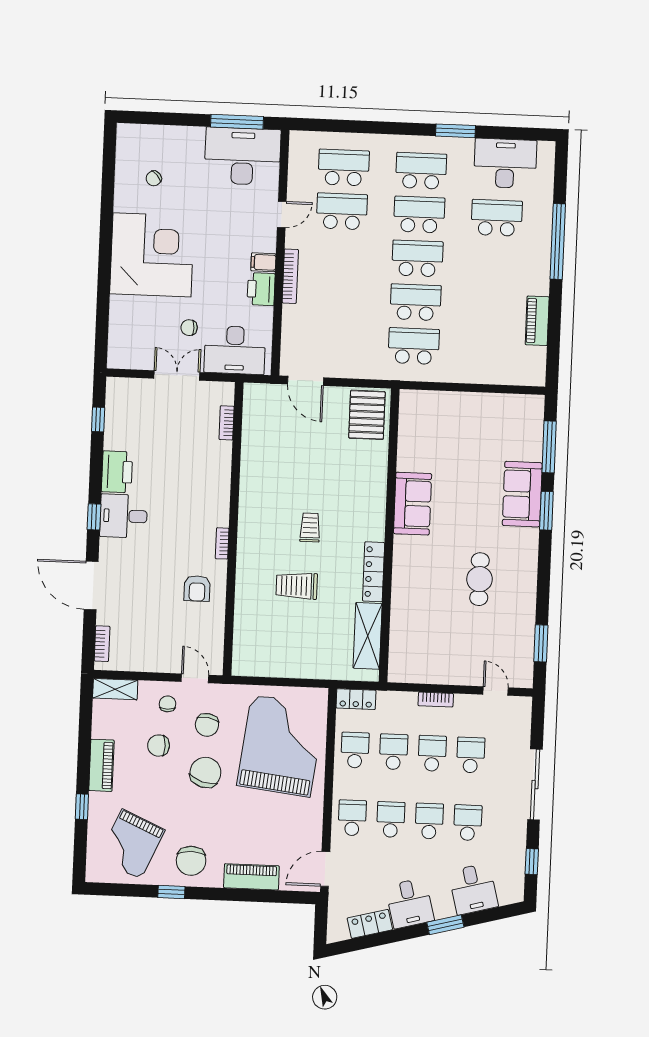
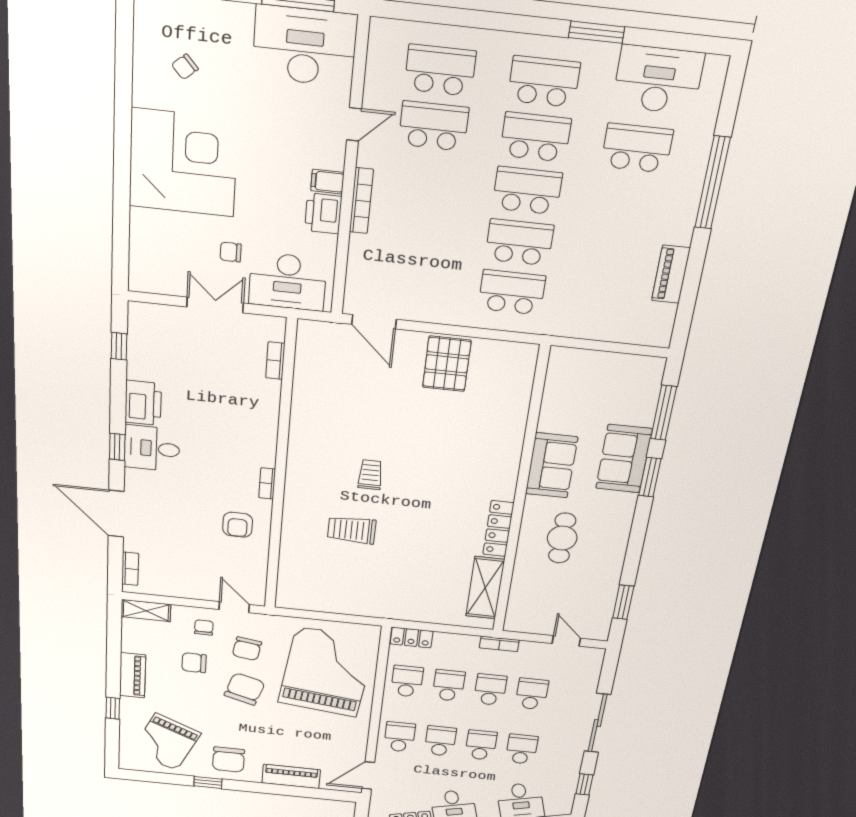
sofa: (413, 504) -> (552, 465), moved
wall: (389, 535) -> (520, 495), moved
locker: (374, 572) -> (498, 529), moved
shelving: (368, 636) -> (485, 588), moved

